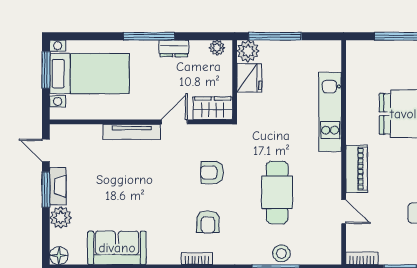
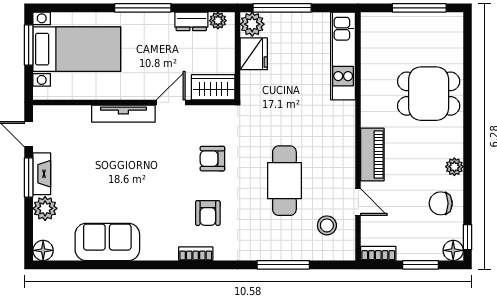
dresser: (174, 48) -> (191, 21), moved
kitchen unit: (330, 112) -> (343, 56), moved
stool: (281, 253) -> (327, 225), moved

